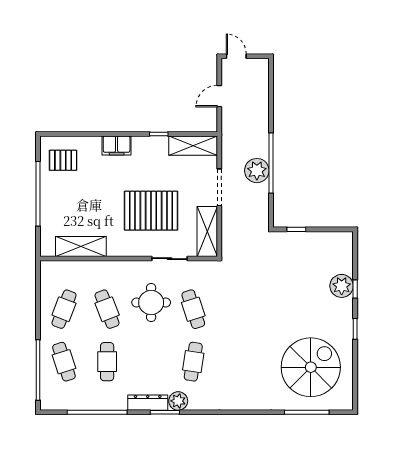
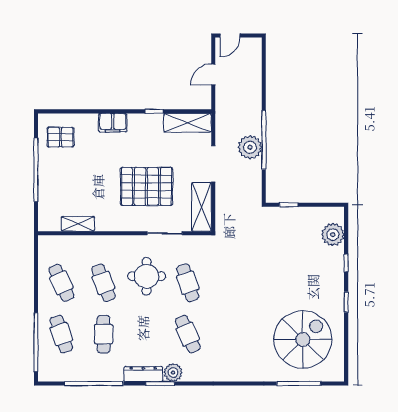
door: (236, 56) -> (230, 35), swing flipped
shelving: (81, 246) -> (78, 224), width x0.67, depth x0.75
plant: (342, 286) -> (333, 235), moved
cafe table: (64, 309) -> (61, 283), turned -45
cafe table: (193, 362) -> (188, 334), turned -33

